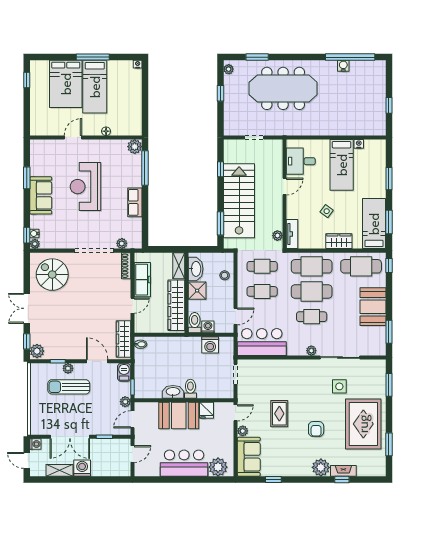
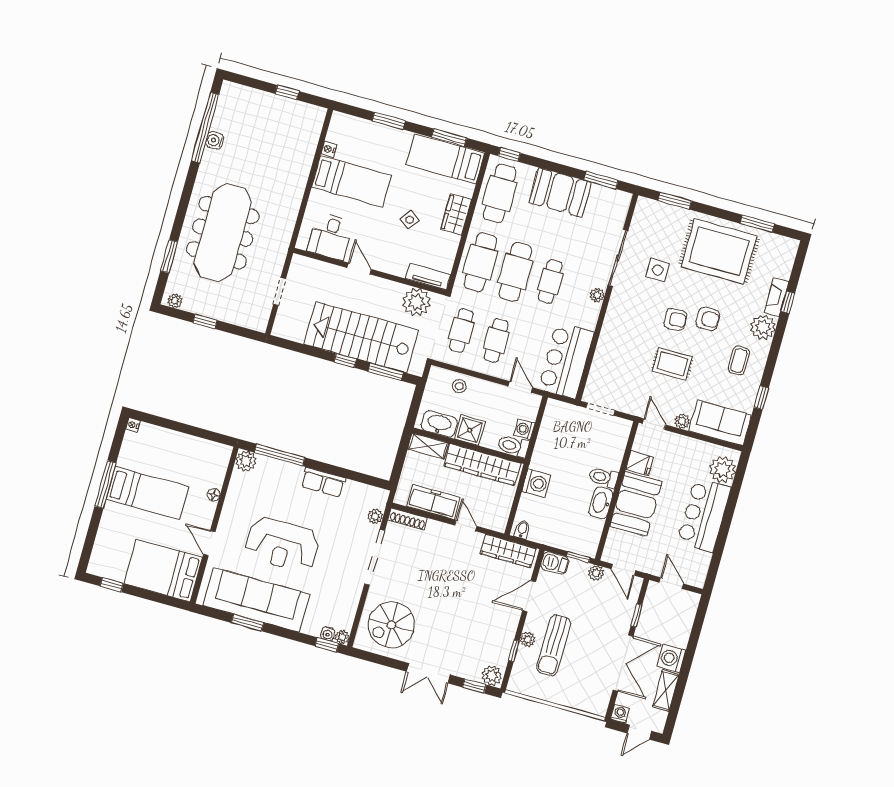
bed: (66, 84) -> (163, 570), moved, turned 180
window: (220, 169) -> (345, 360), moved
sofa: (41, 195) -> (256, 600), width x1.85, depth x1.27
plant: (277, 236) -> (416, 302), width x1.88, depth x1.88
washing machine: (210, 345) -> (536, 483), moved
armchair: (310, 407) -> (675, 319), added
coffee table: (294, 458) -> (739, 361), added

